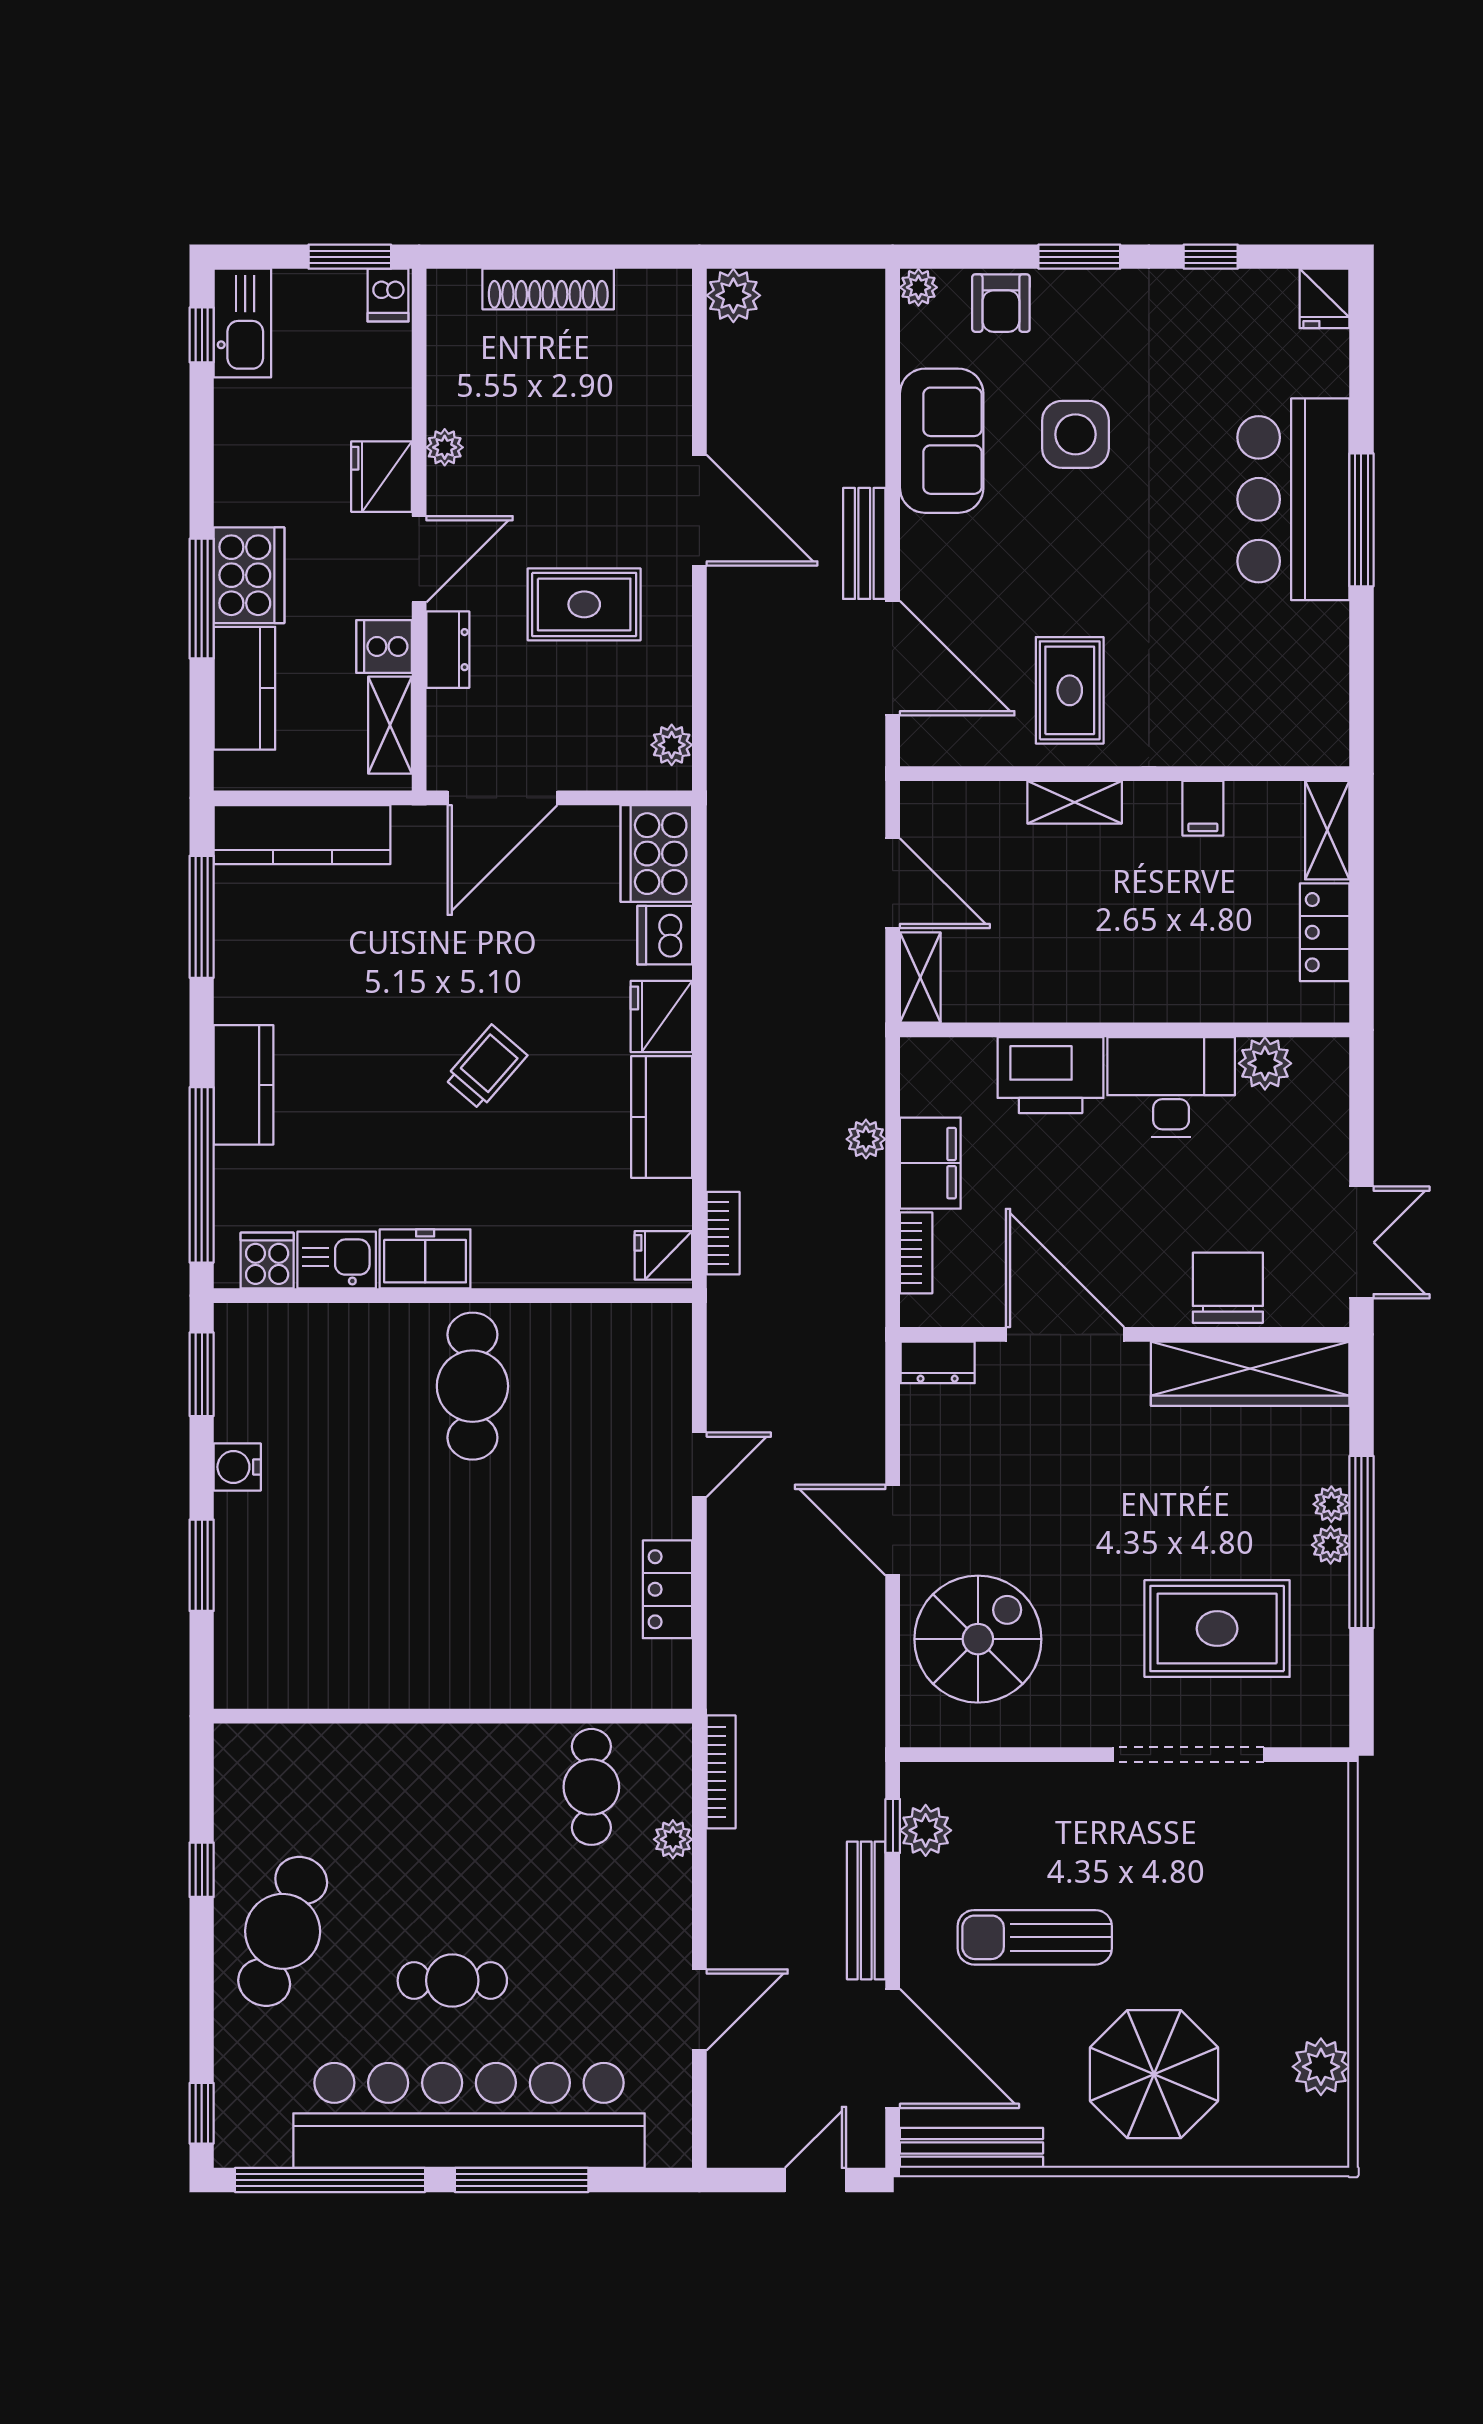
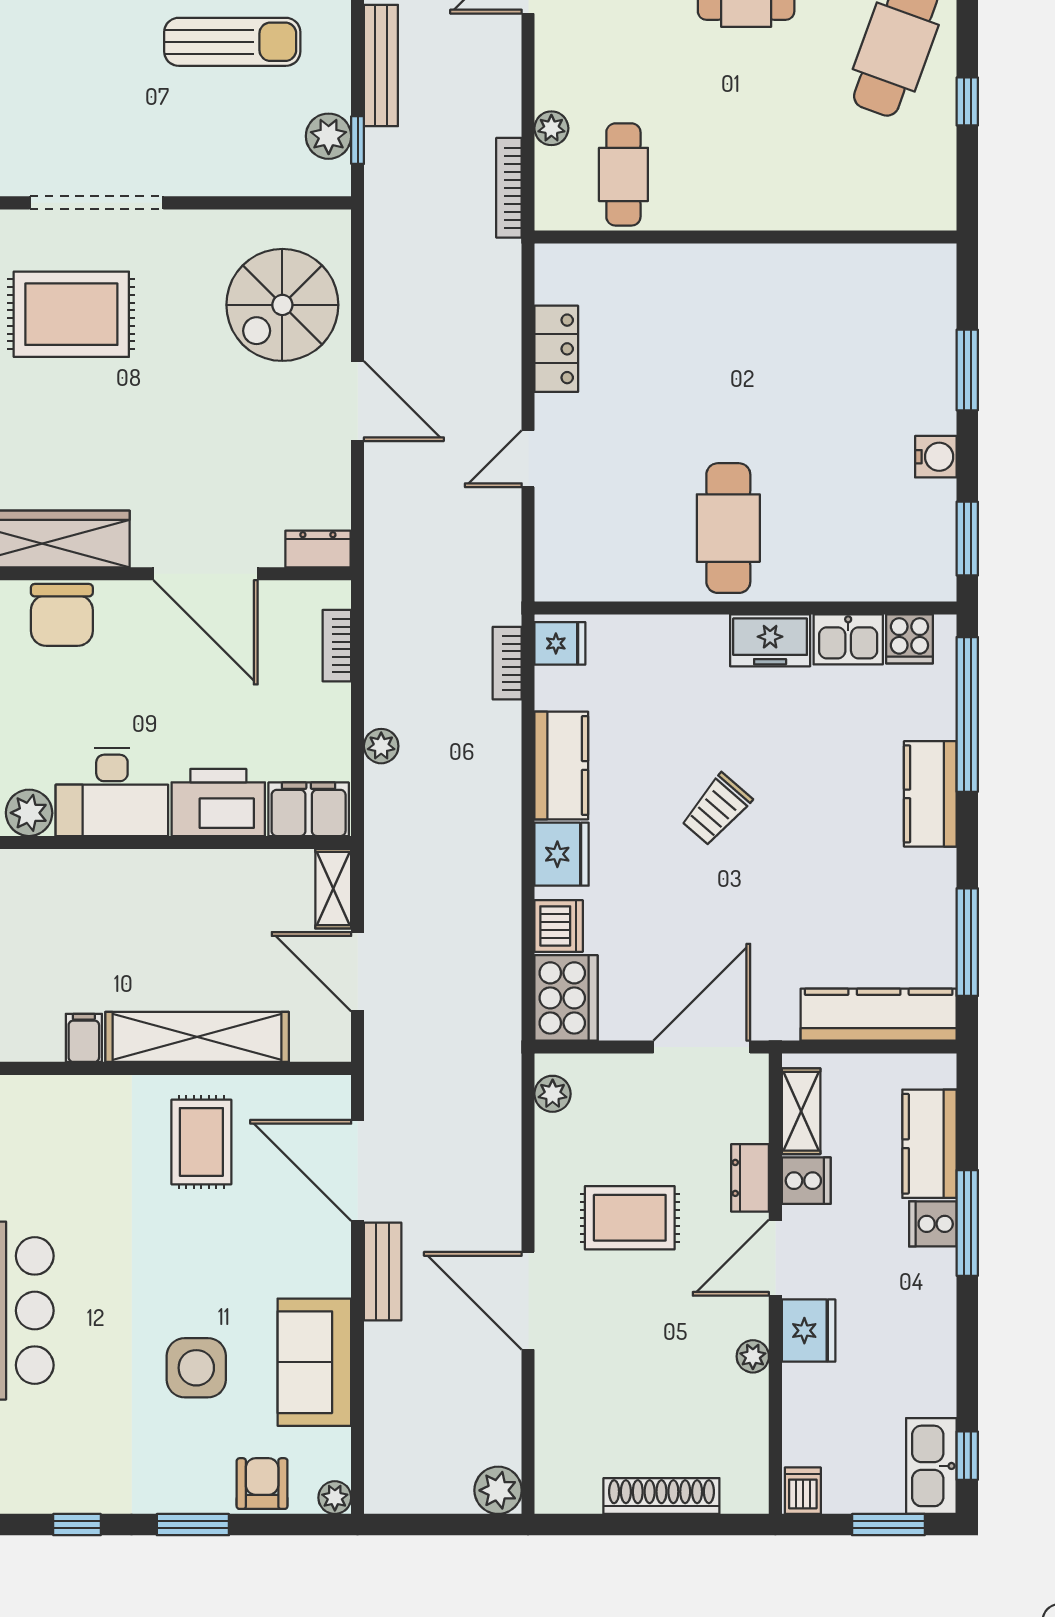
window: (350, 257) -> (888, 1525), moved
cooker: (249, 575) -> (933, 1224), width x0.53, depth x0.76
shelving: (1075, 802) -> (197, 1037), width x2.20, depth x1.33
filing cabinet: (930, 1163) -> (309, 809), moved, turned 90

